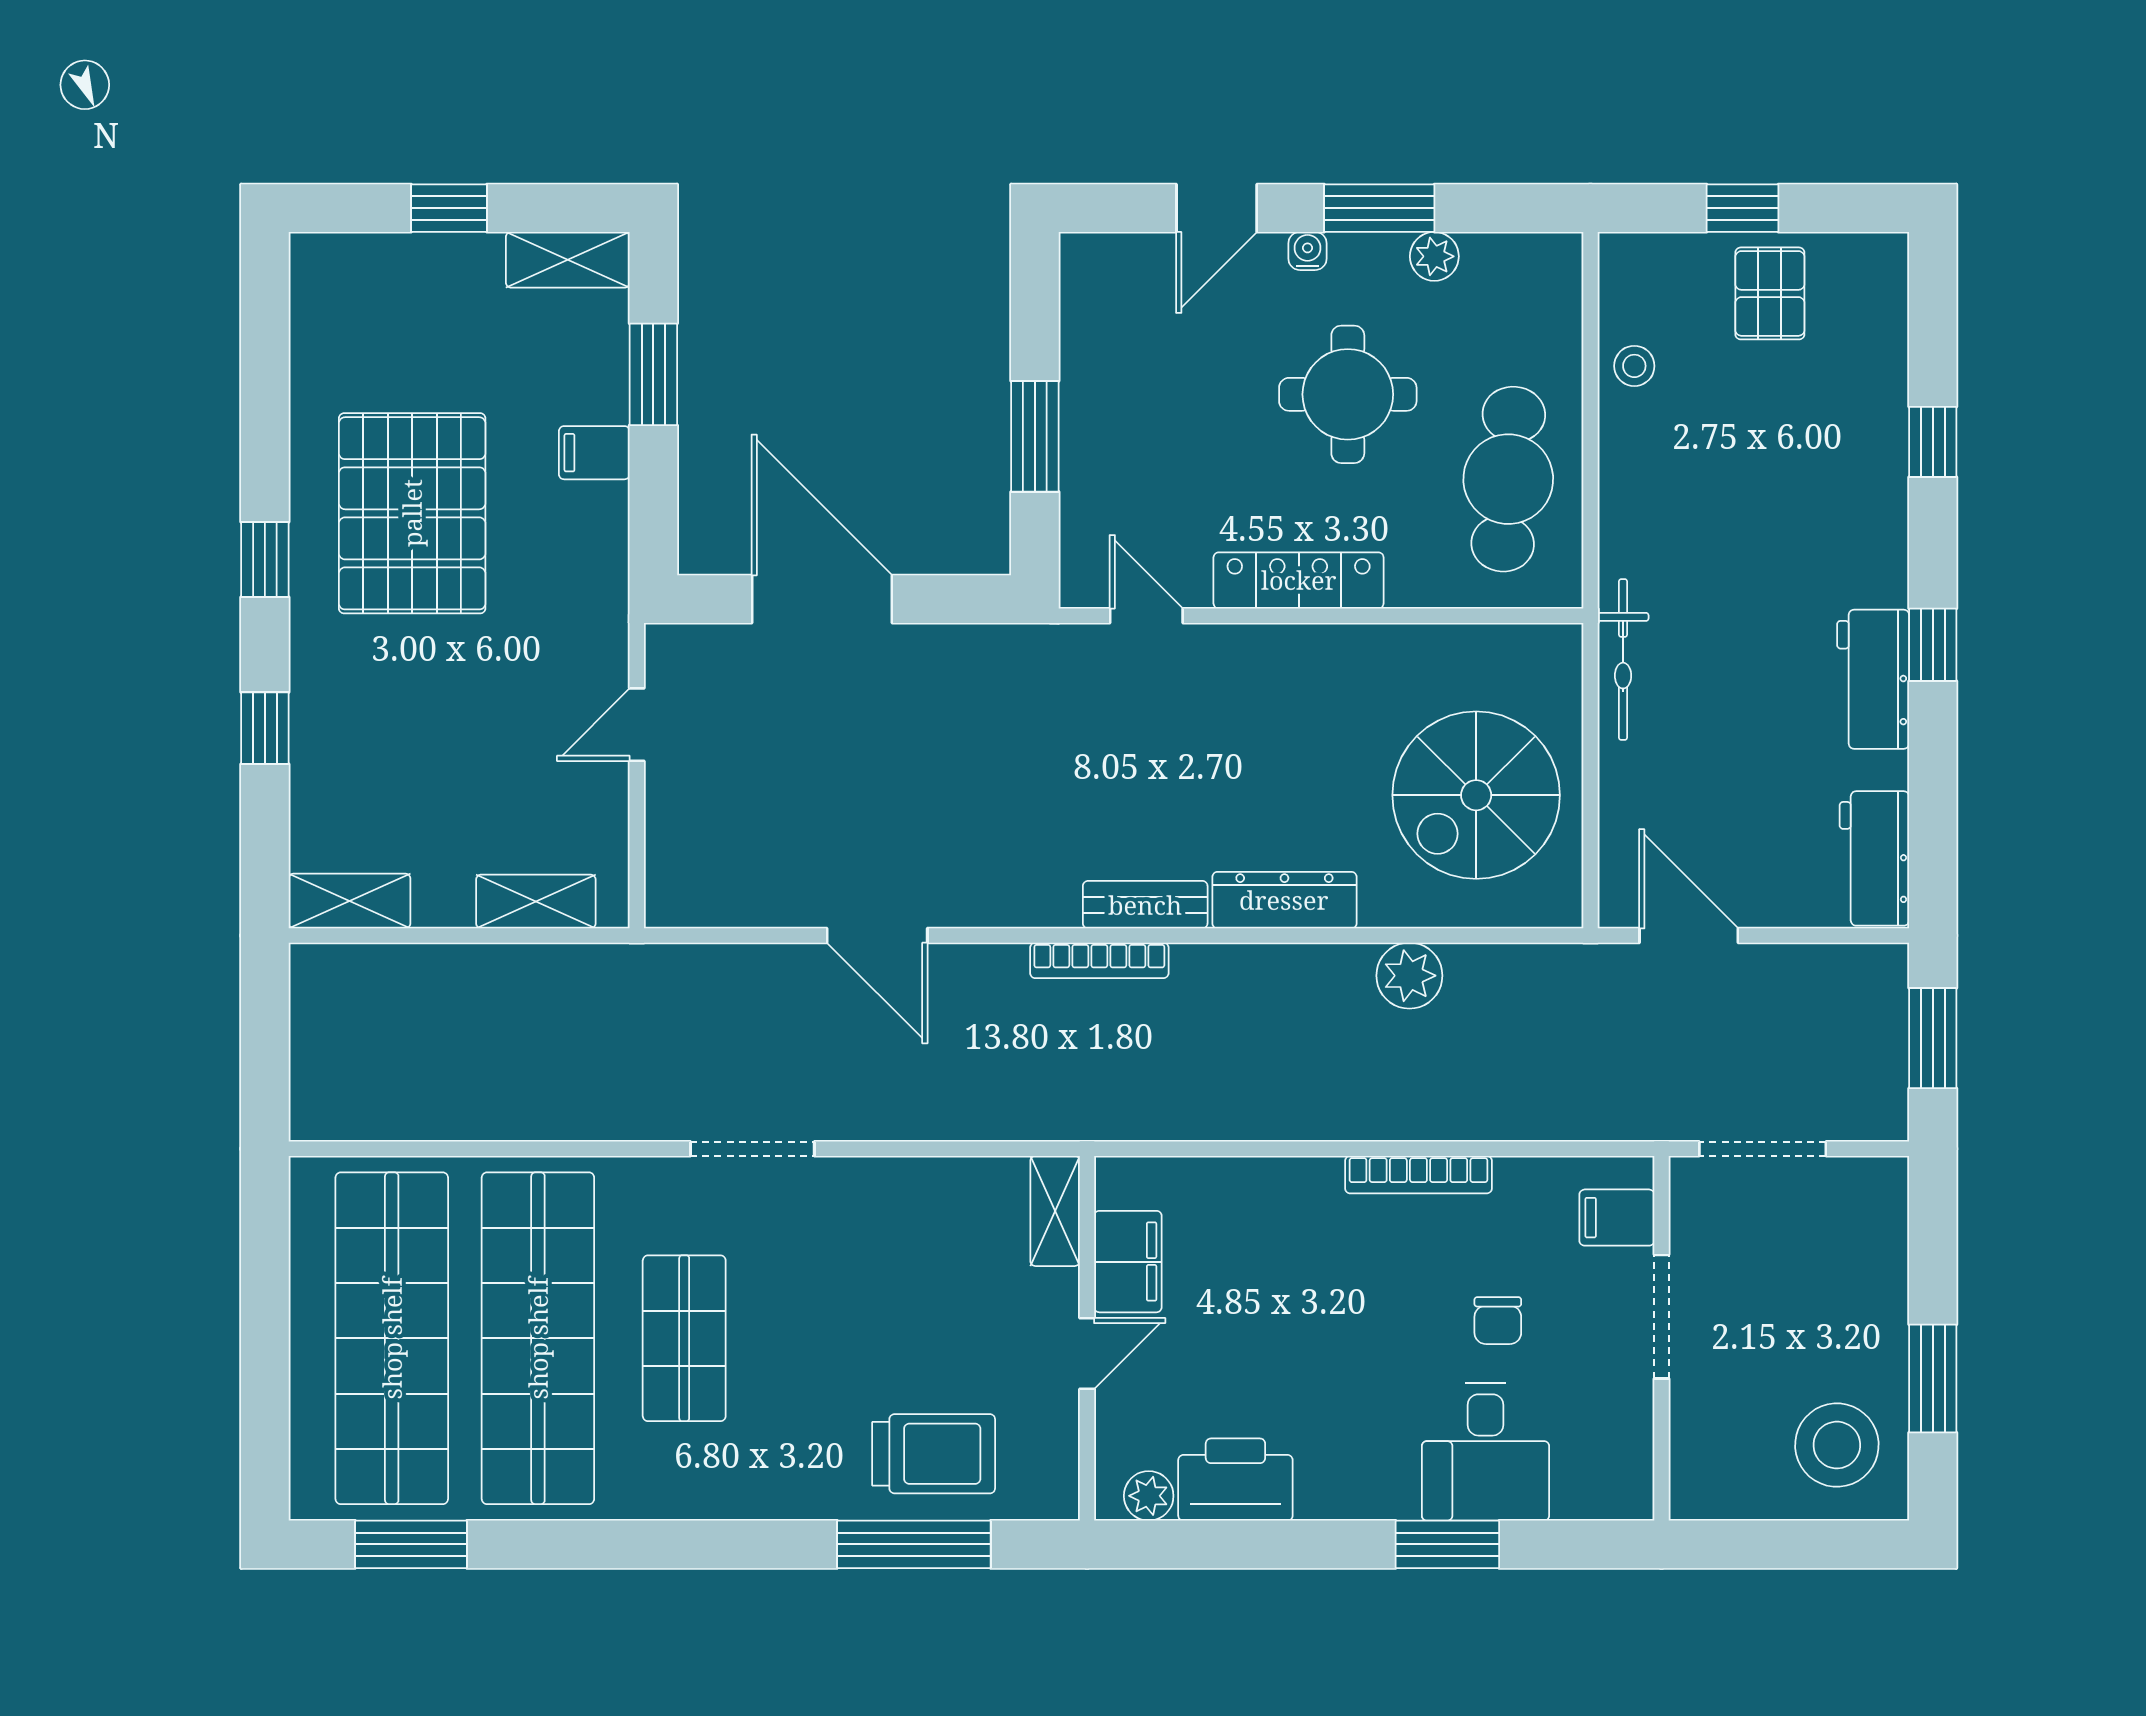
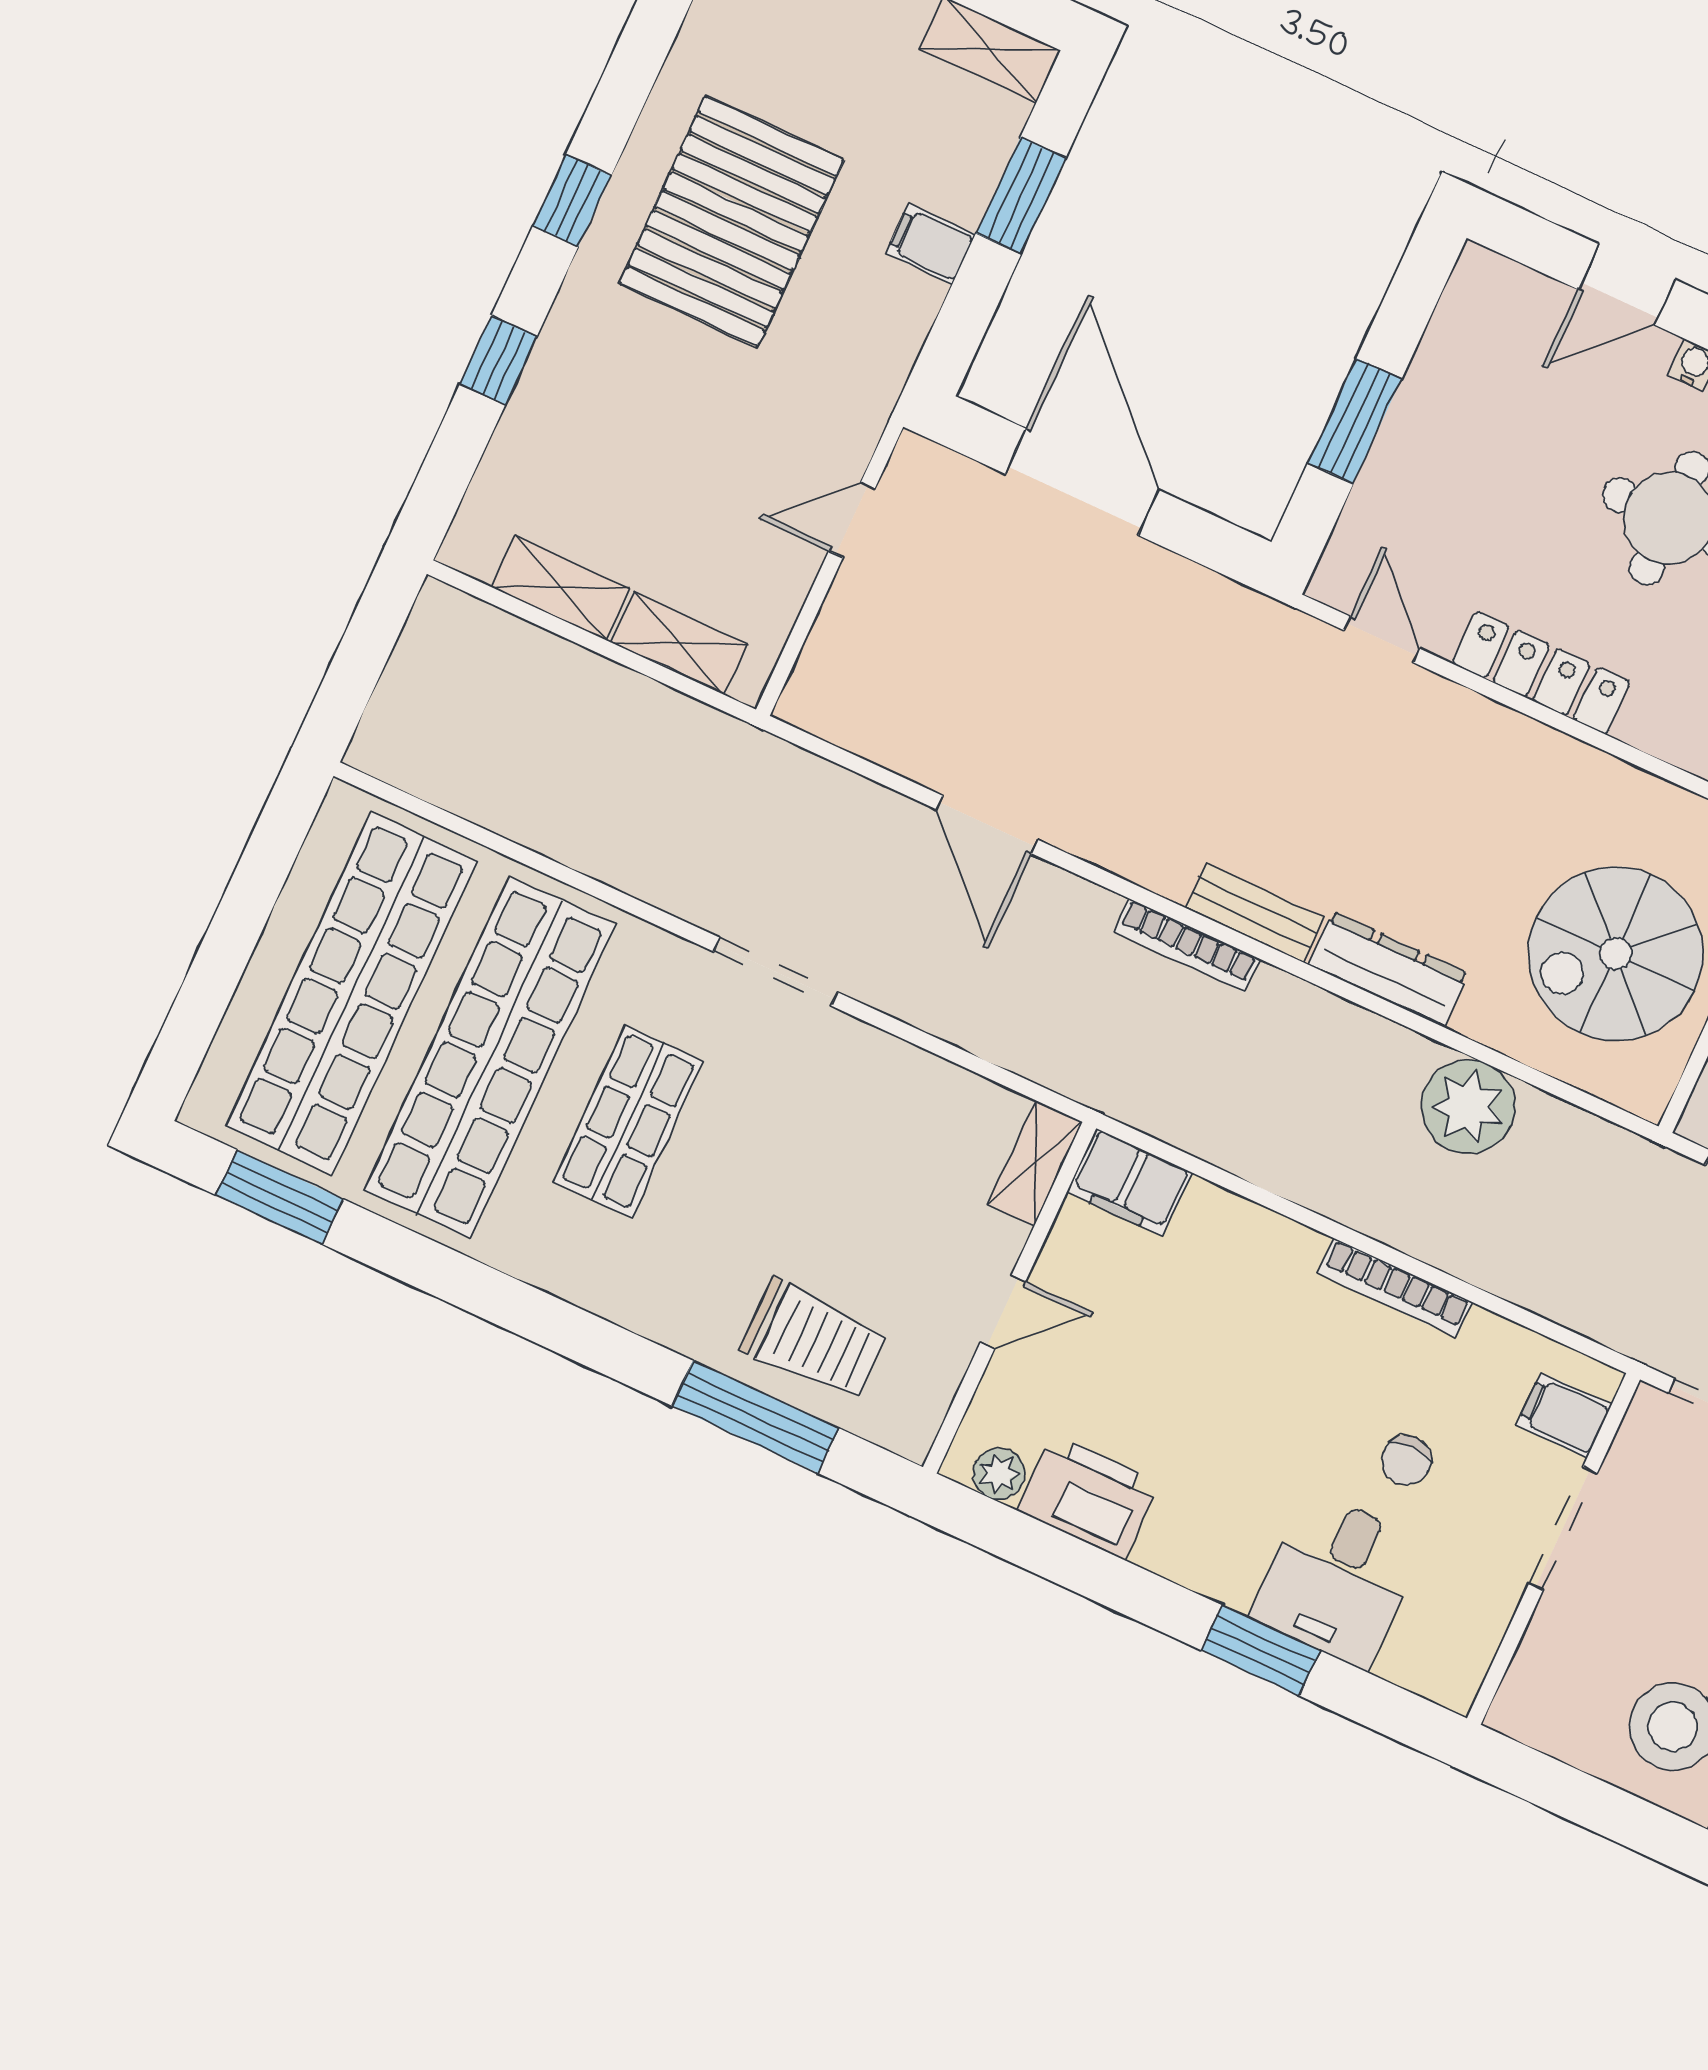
shelving: (349, 901) -> (560, 588), moved
plant: (1409, 976) -> (1468, 1107), width x1.36, depth x1.36
filing cabinet: (1128, 1262) -> (1129, 1182), moved, turned 90

